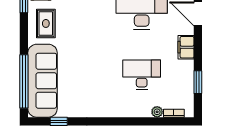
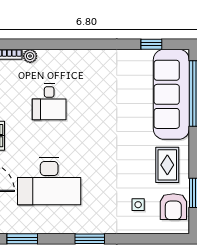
desk: (142, 75) -> (49, 102), width x0.73

